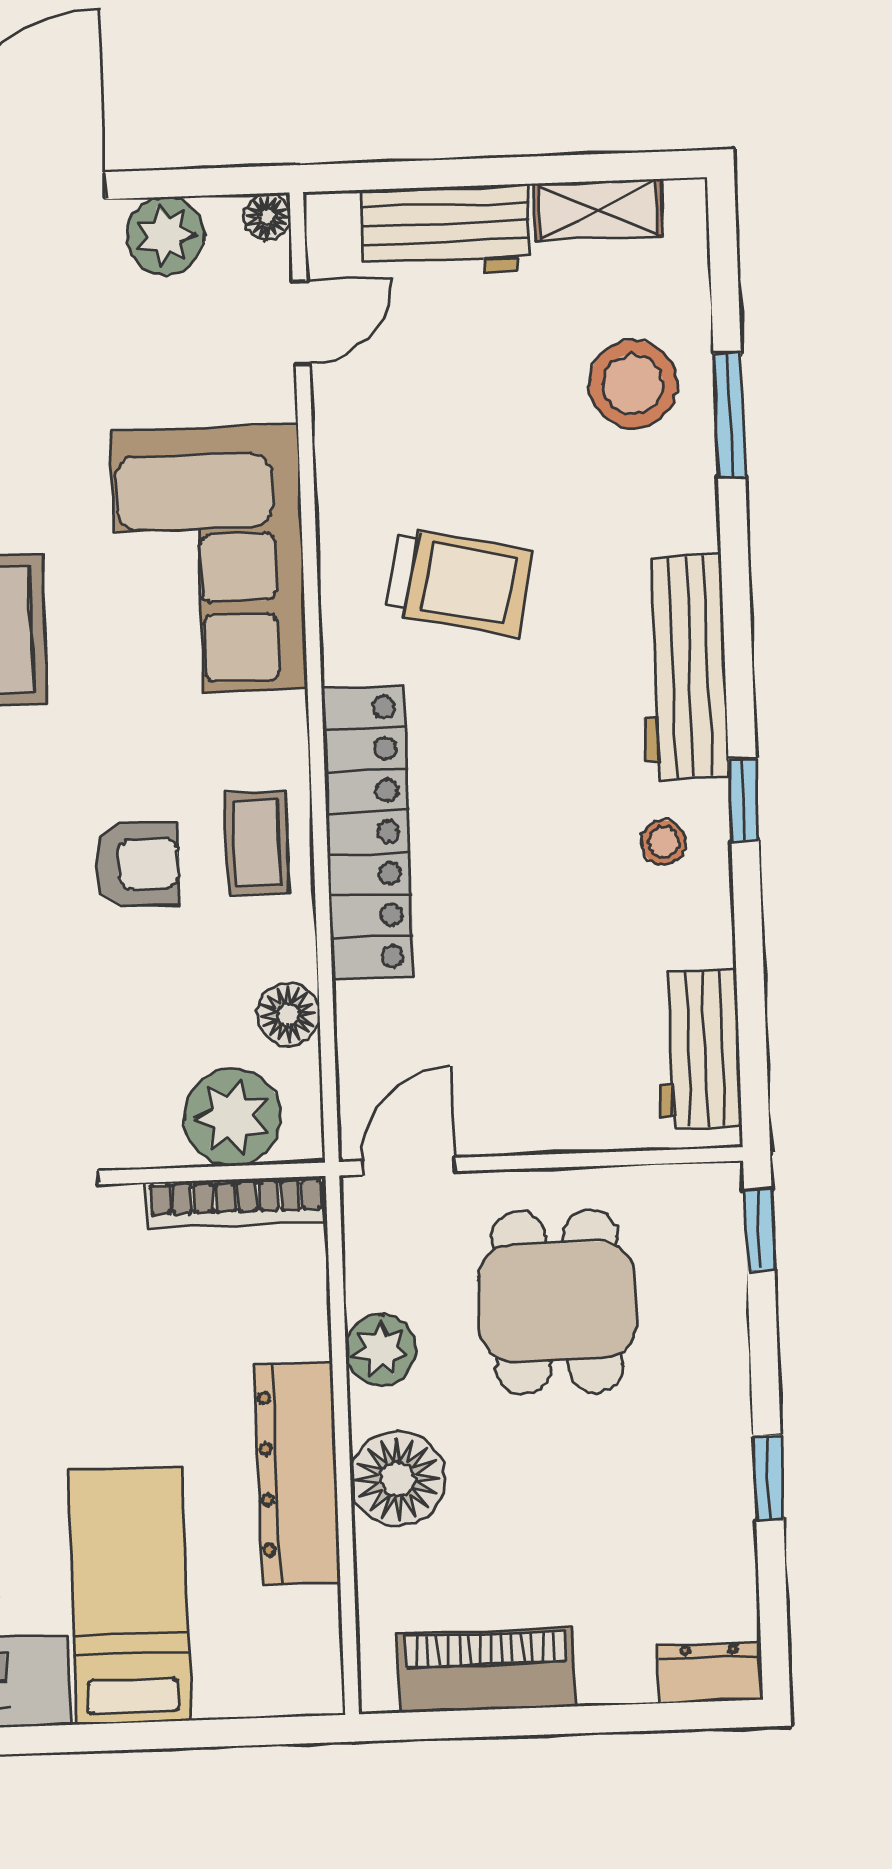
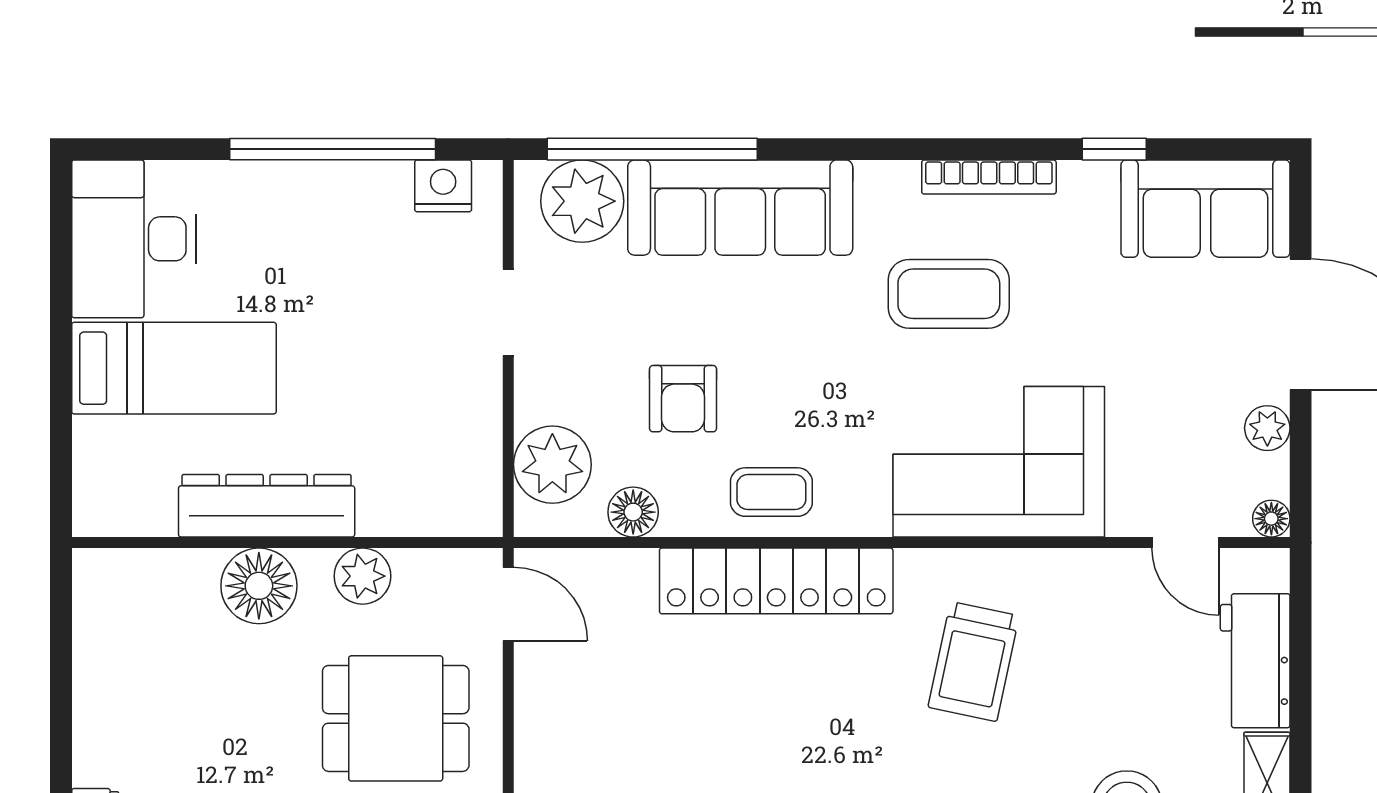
plant: (165, 236) -> (1267, 428), width x0.73, depth x0.73
armchair: (137, 864) -> (683, 399), moved
bookcase: (236, 1202) -> (484, 465), removed
piano: (487, 1670) -> (103, 651), removed

